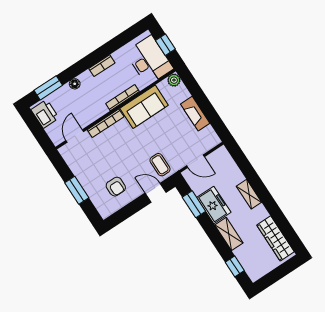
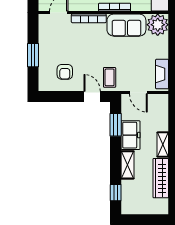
plant: (174, 80) -> (158, 25), width x1.87, depth x1.87
fireplace: (195, 114) -> (162, 74), moved
wardrobe: (275, 238) -> (161, 178), moved

